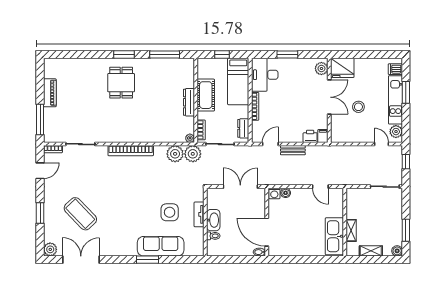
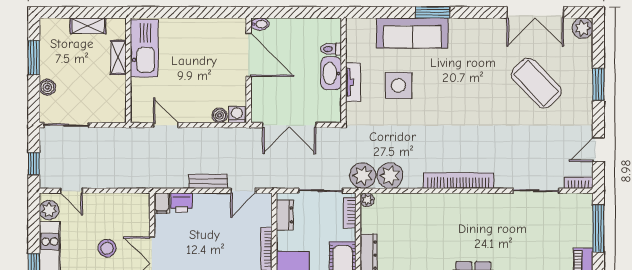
boiler: (397, 251) -> (47, 87), moved

